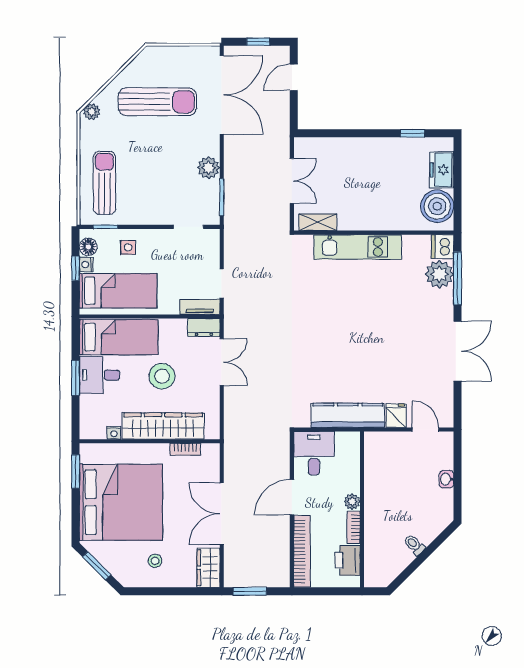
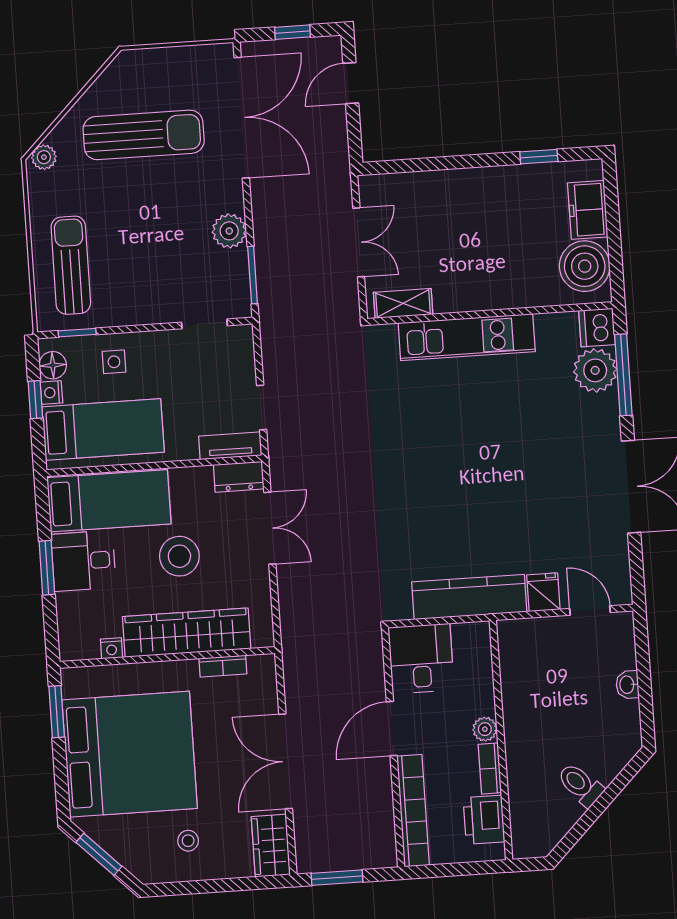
toilet: (414, 545) -> (580, 785), width x1.37, depth x1.39

